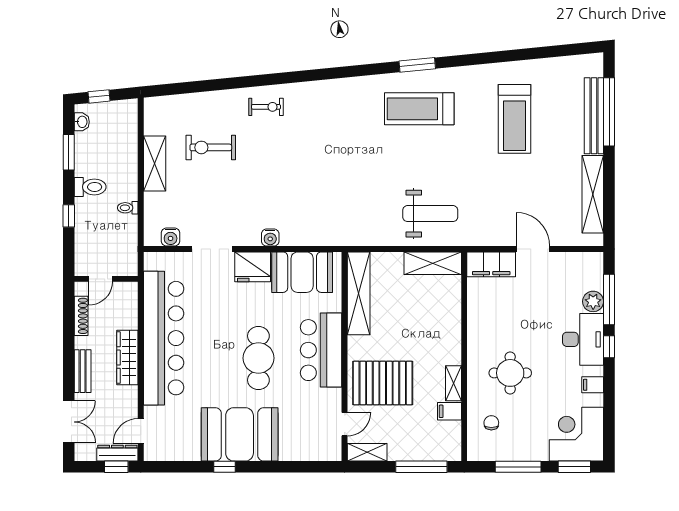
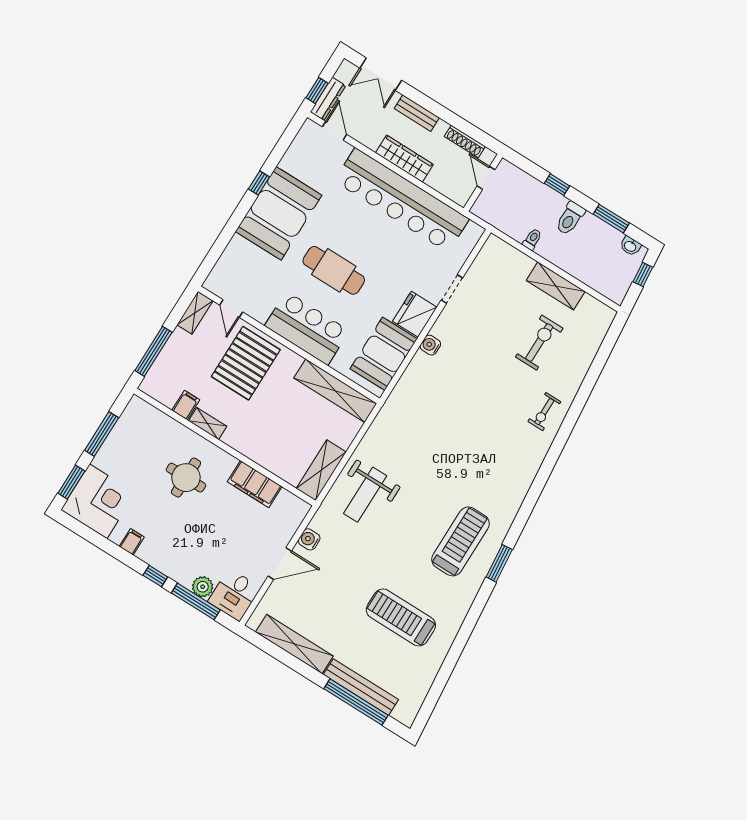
water cooler: (171, 237) -> (309, 539), moved
doorway: (212, 249) -> (452, 289), width x0.73
filing cabinet: (491, 264) -> (255, 484), moved, turned -90
desk: (583, 339) -> (234, 595), moved, width x0.73
chair: (491, 423) -> (153, 435), removed

